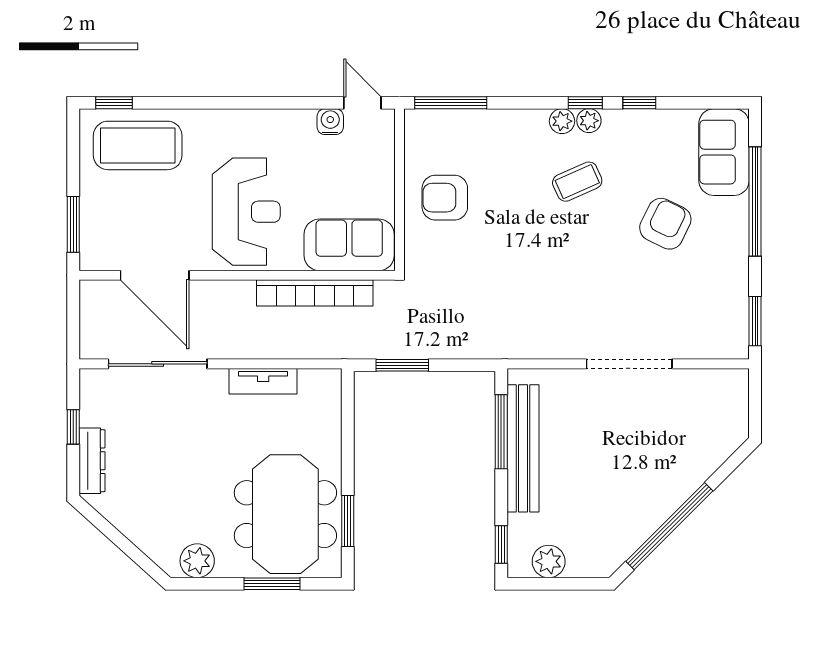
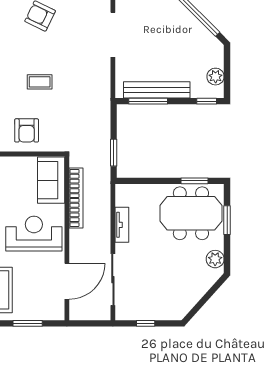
coffee table: (577, 182) -> (40, 82), moved, turned -66
window: (73, 224) -> (28, 323), moved
dresser: (92, 461) -> (163, 314), removed

